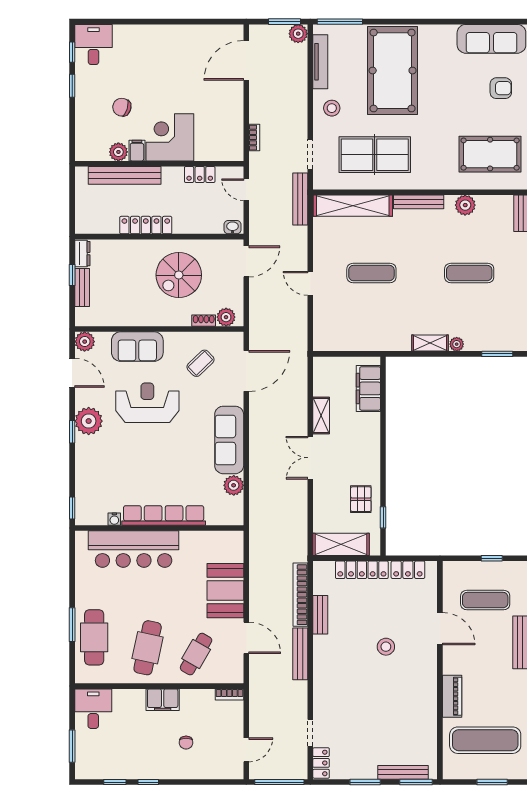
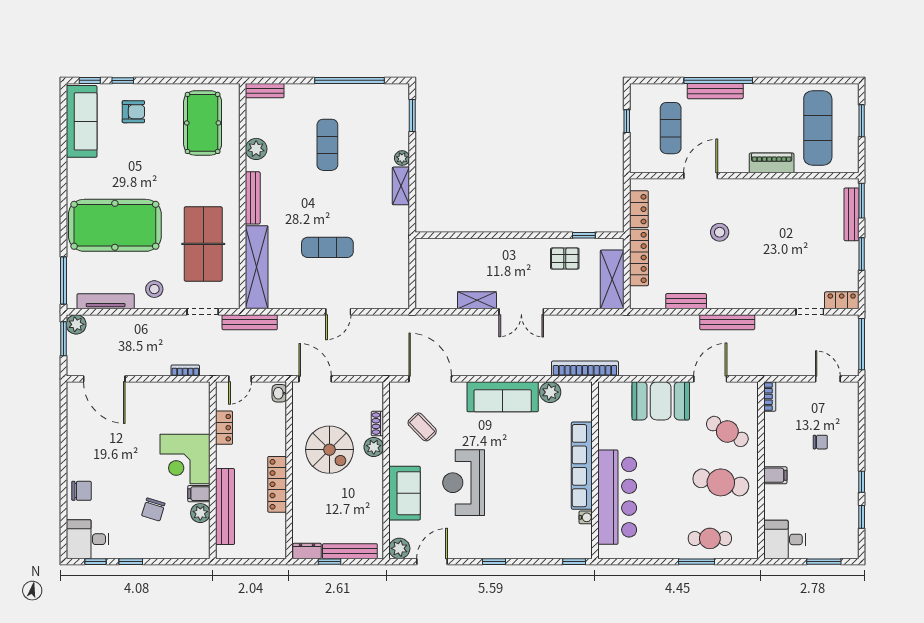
chair: (140, 39) -> (82, 491), added
armchair: (501, 88) -> (133, 112), turned 90
exercise mat: (371, 273) -> (327, 247), turned 90
bench: (82, 287) -> (350, 551), width x1.36
plant: (226, 317) -> (374, 447), moved
filing cabinet: (368, 388) -> (449, 251), removed
plant: (89, 421) -> (483, 544), removed
bookcase: (300, 595) -> (585, 368), moved, turned 180
cafe table: (94, 637) -> (710, 538), width x0.73, depth x0.74
filing cabinet: (163, 700) -> (775, 475), width x0.50

